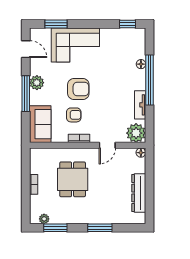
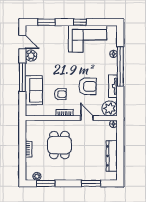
window: (127, 24) -> (80, 22), moved
corner sofa: (75, 45) -> (88, 39), moved
plant: (37, 83) -> (31, 56), moved
armchair: (78, 89) -> (88, 86), moved
sofa: (40, 124) -> (34, 90), moved
door: (107, 145) -> (87, 118), swing flipped
window: (100, 228) -> (91, 183), moved

